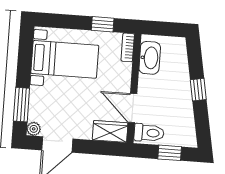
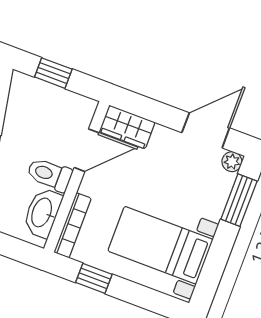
bookcase: (128, 47) -> (73, 225), width x1.56
door: (133, 108) -> (87, 150), hinge flipped
toilet: (149, 133) -> (49, 174), moved

